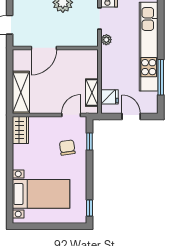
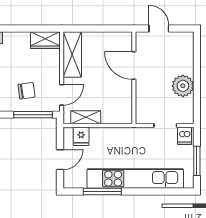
plant: (106, 40) -> (143, 133), removed
shelving: (21, 92) -> (72, 55), moved, turned 90
door: (71, 115) -> (62, 95), hinge flipped
window: (89, 141) -> (33, 115), width x2.17

